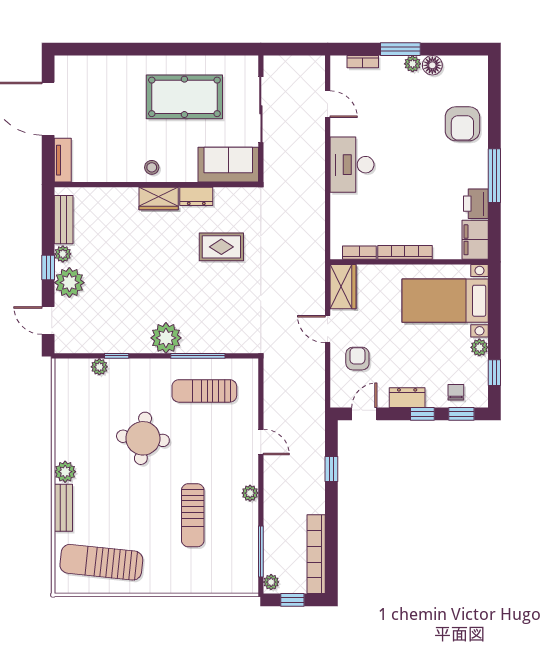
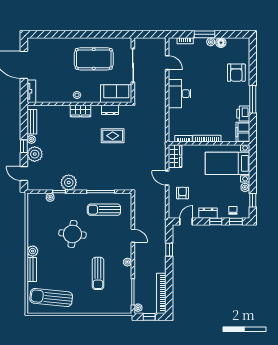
dresser: (196, 196) -> (110, 110), moved
plant: (166, 338) -> (69, 182), moved

